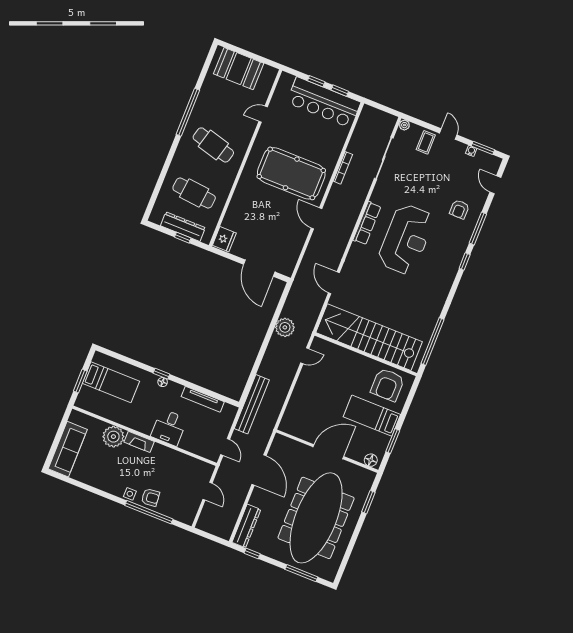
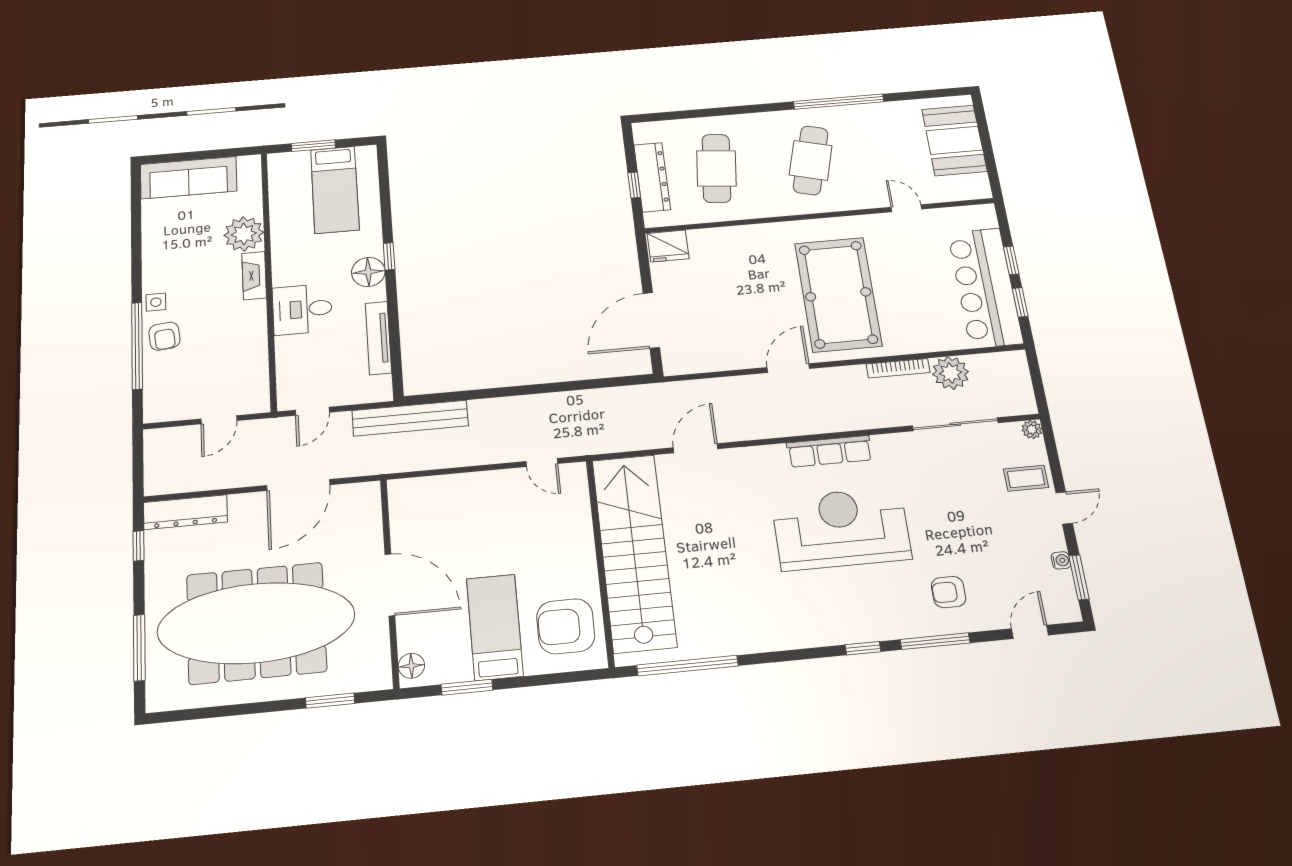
reception desk: (406, 239) -> (841, 529), turned 180
plant: (285, 327) -> (951, 373), moved
floor lamp: (163, 382) -> (368, 272), width x1.89, depth x1.89

